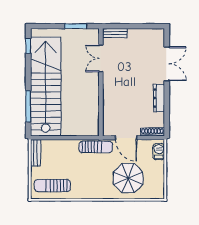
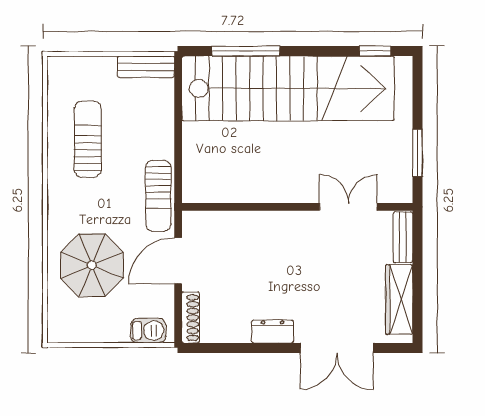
wardrobe: (144, 35) -> (399, 300), added
dresser: (159, 98) -> (273, 331), width x0.70
sun lounger: (52, 186) -> (88, 139), moved

